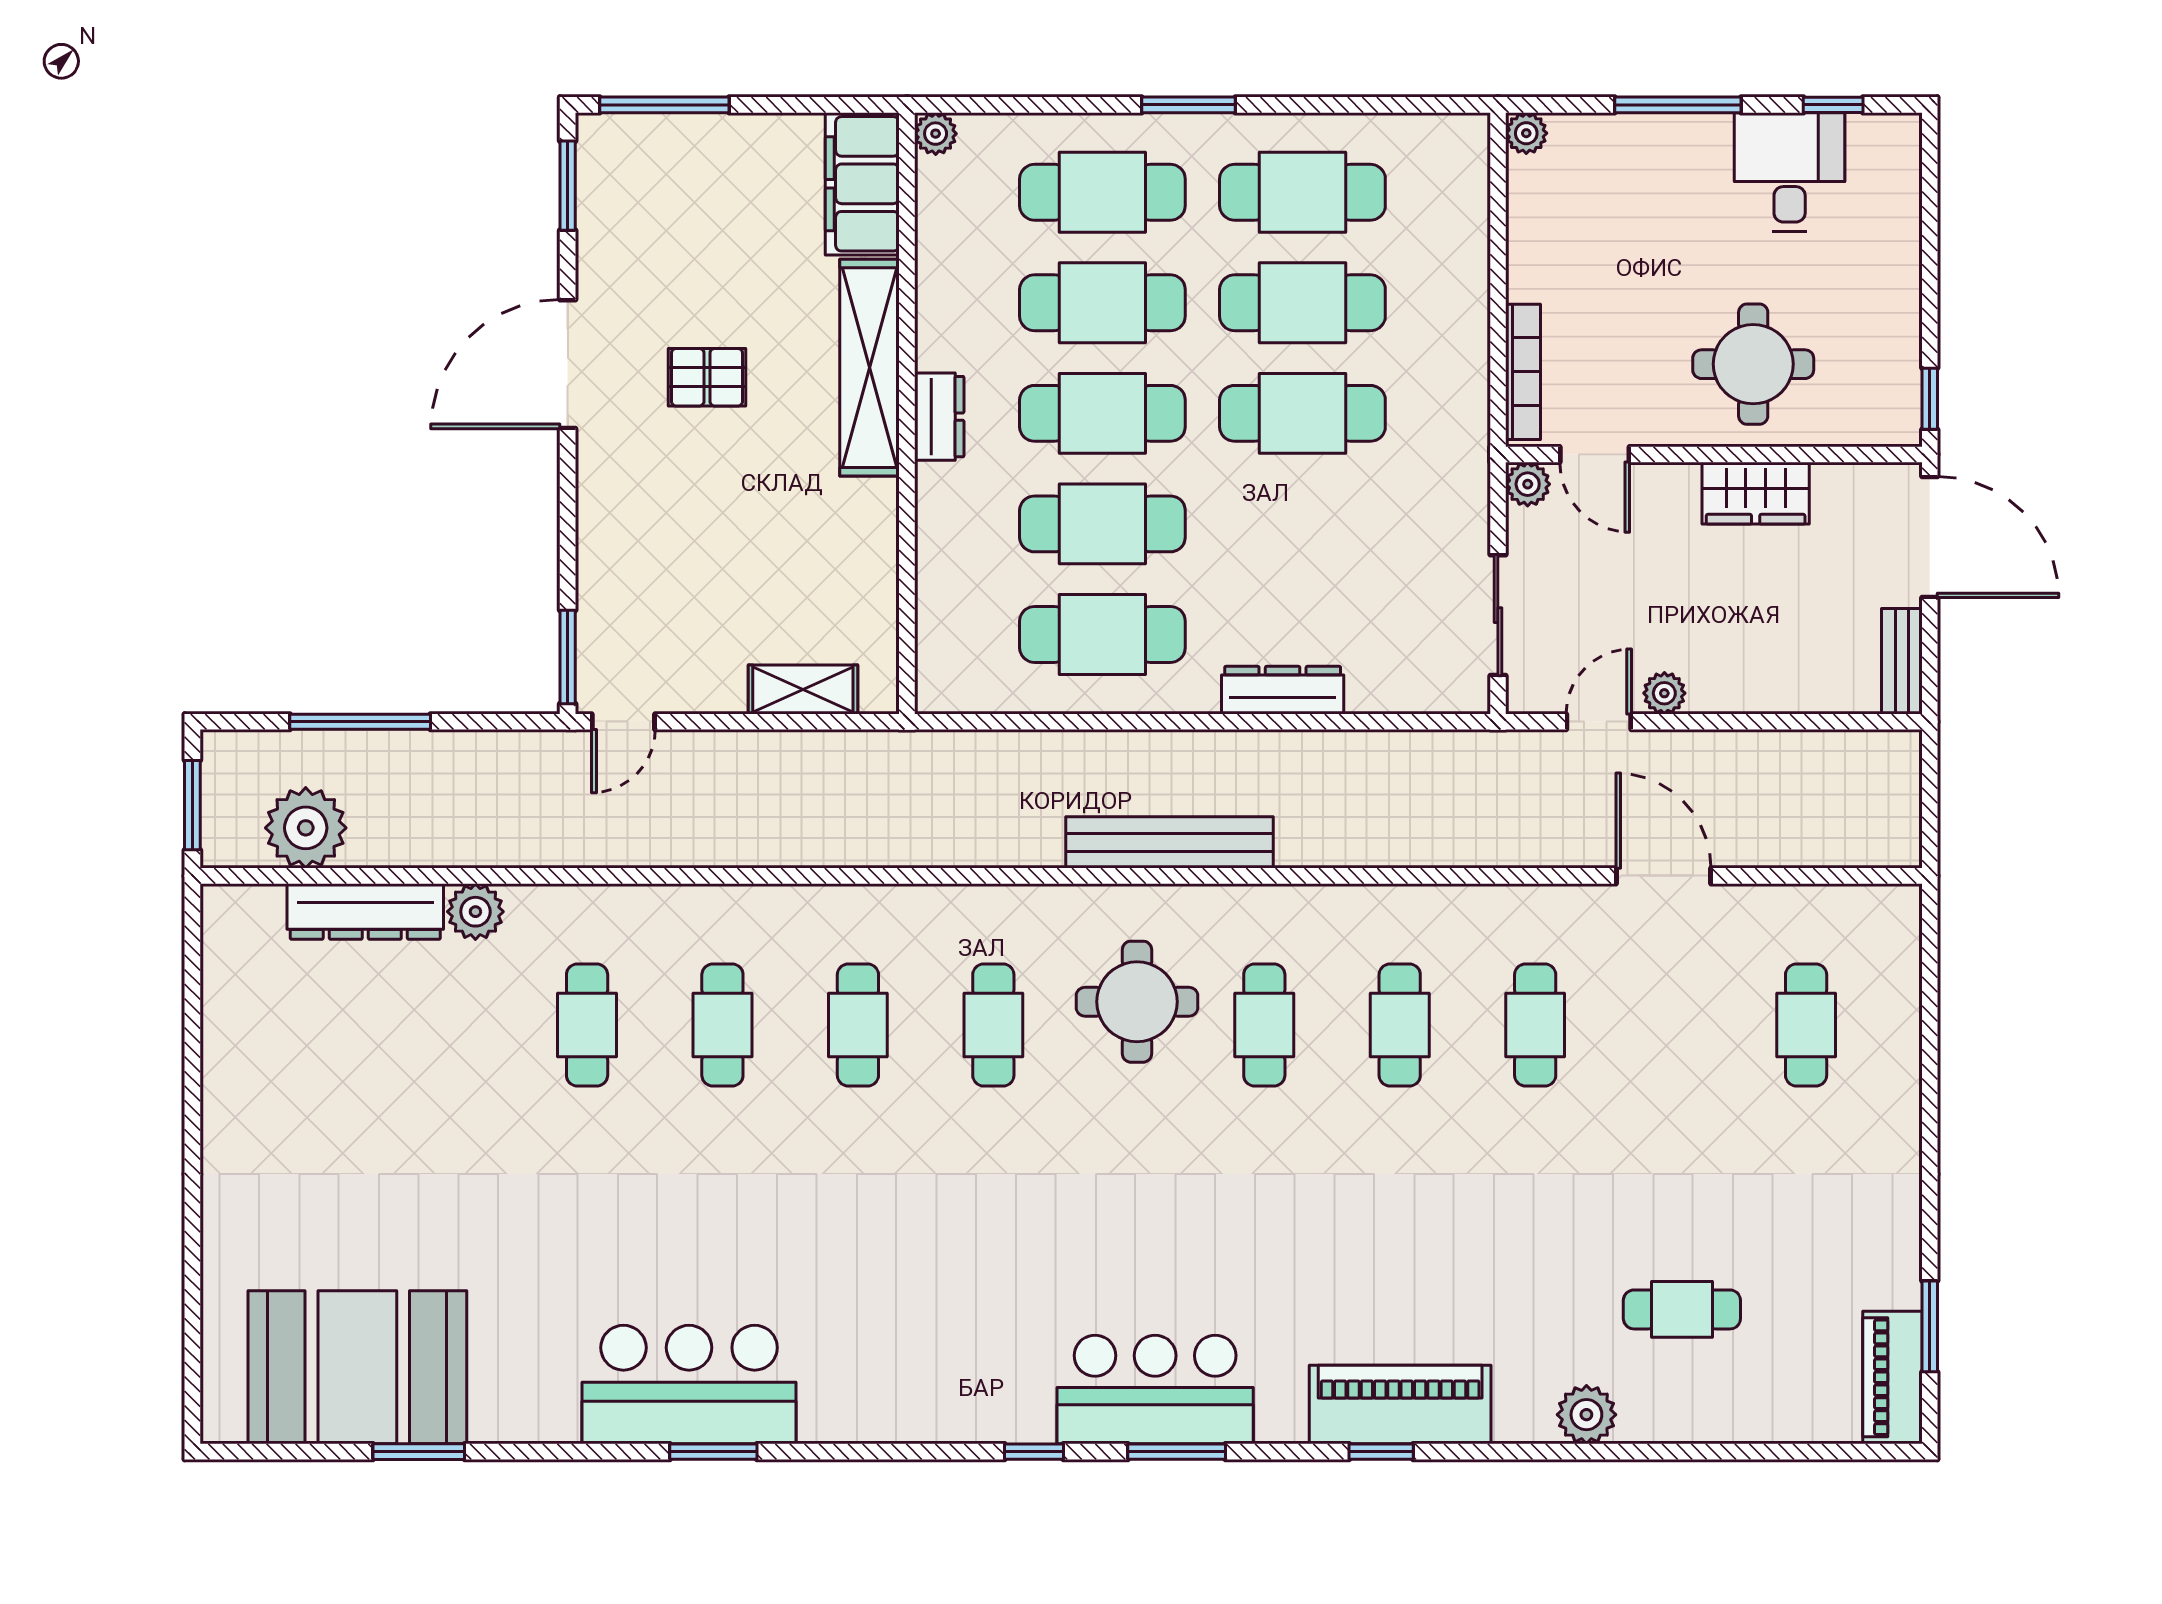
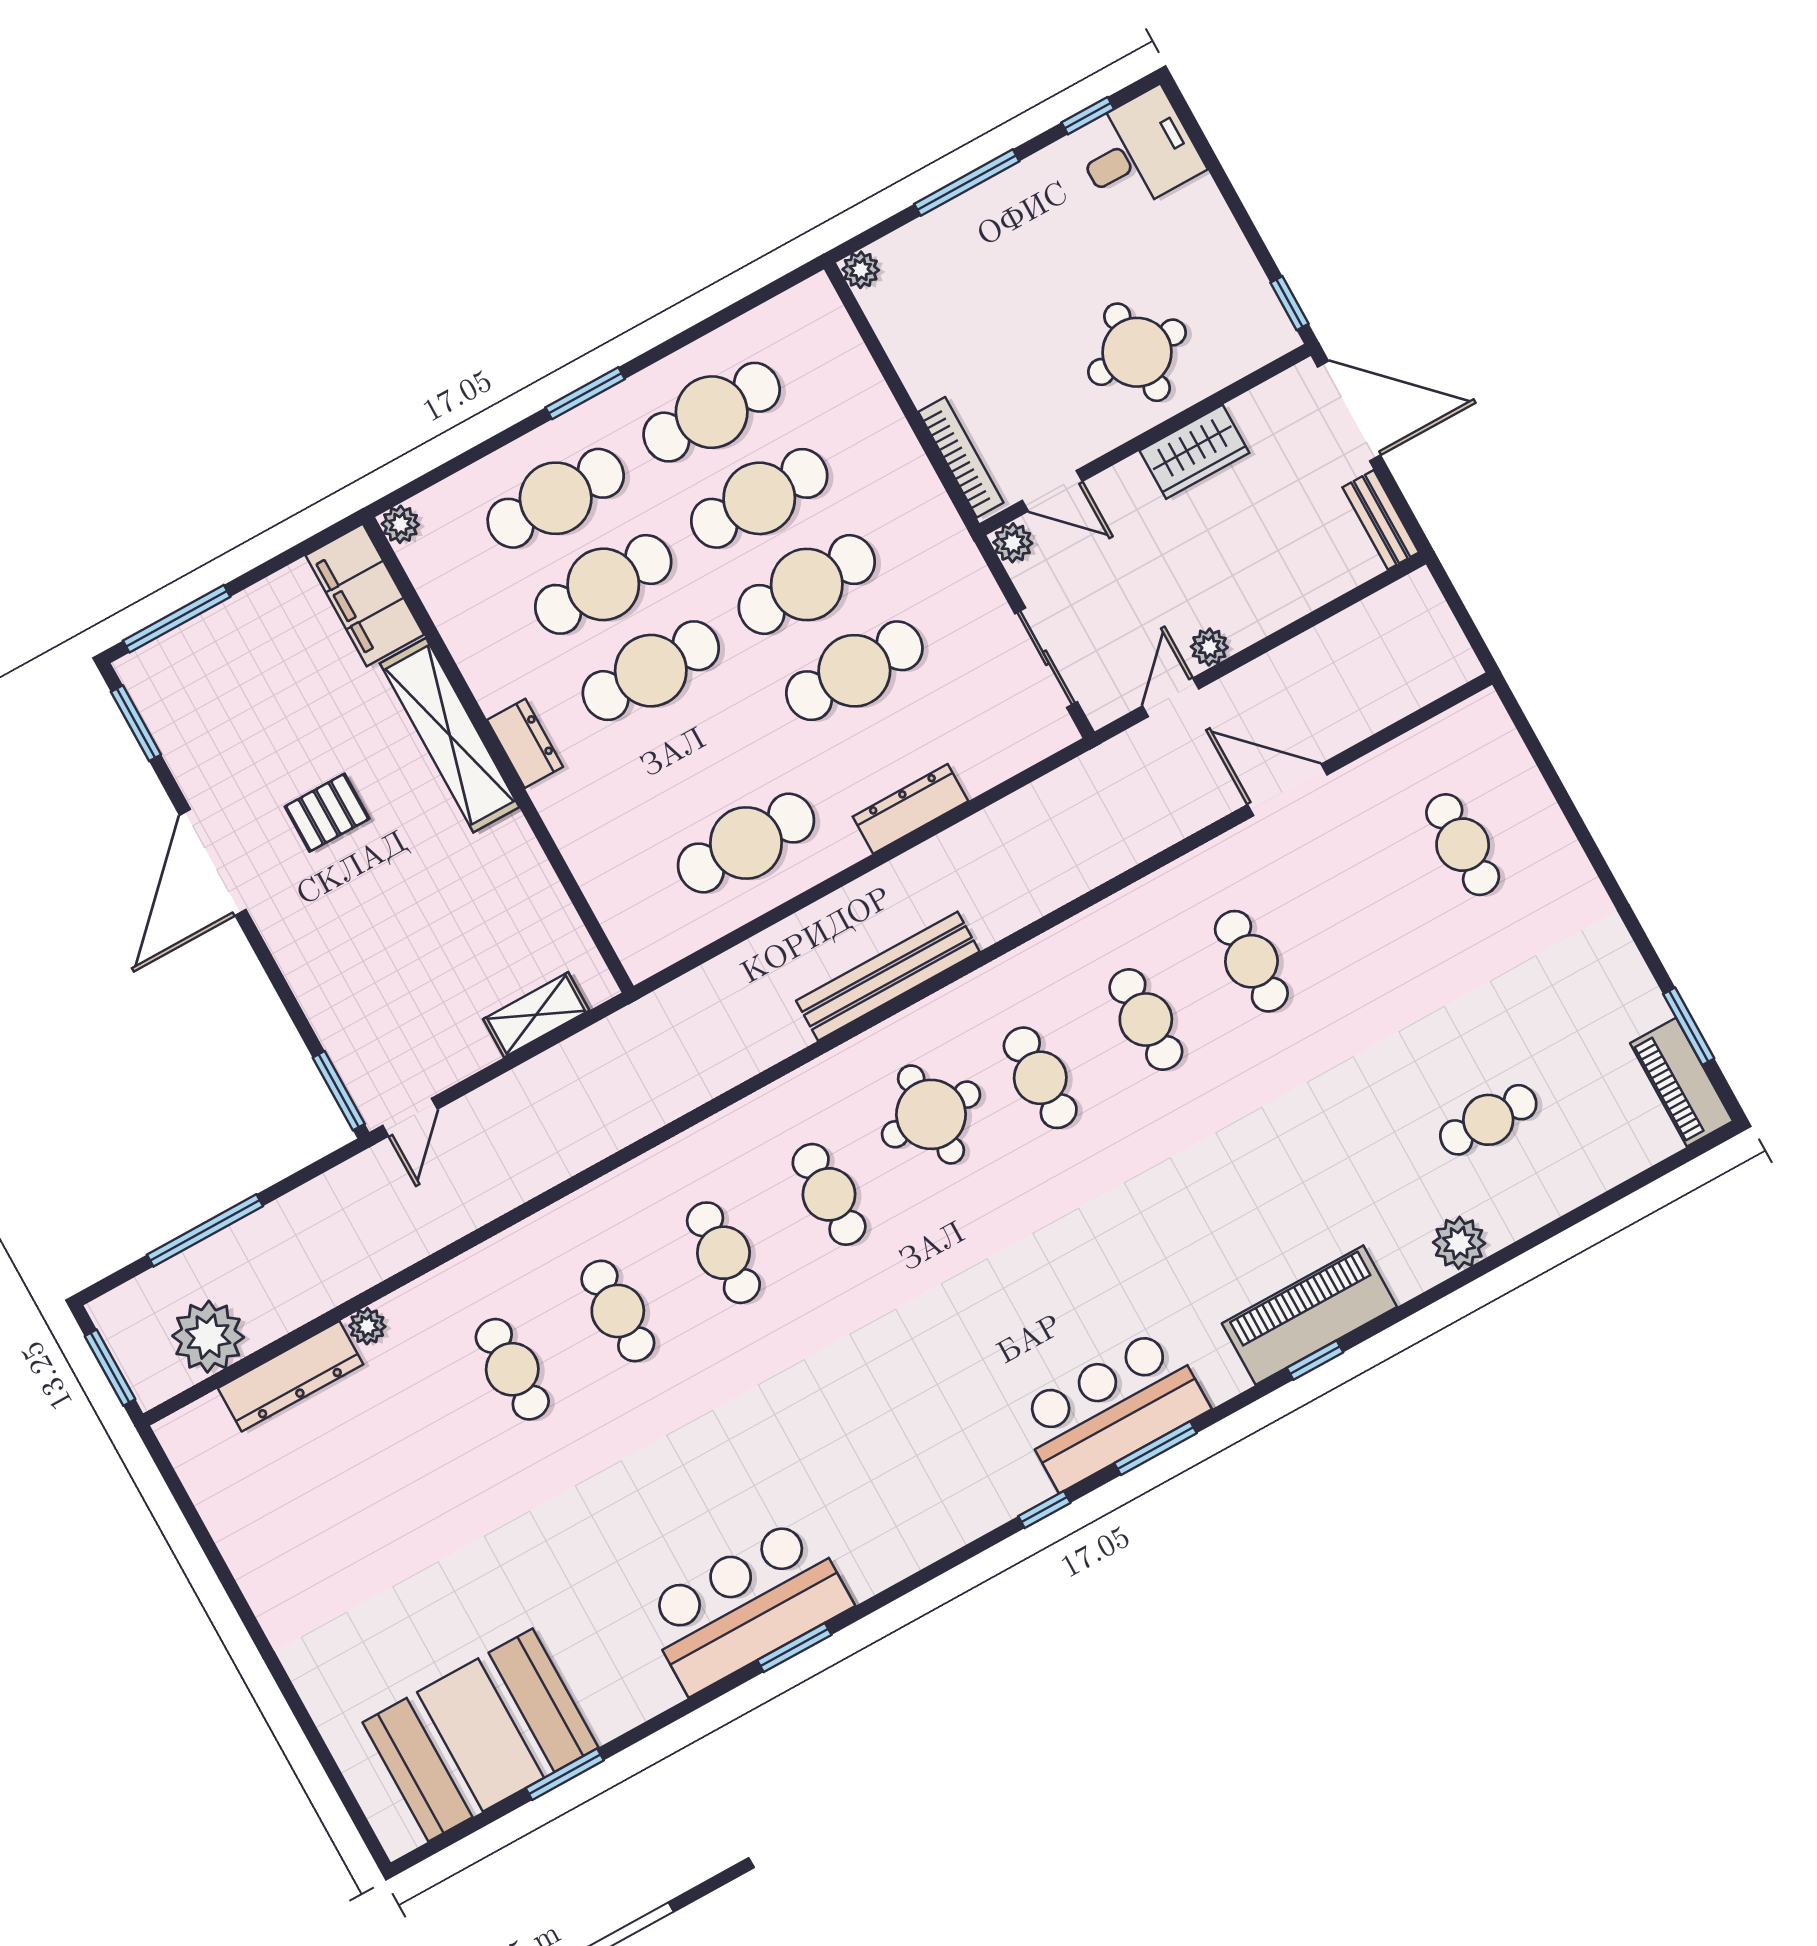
desk: (1790, 172) -> (1138, 152), moved, turned 90
cafe table: (1102, 524) -> (854, 671), moved
plant: (475, 912) -> (367, 1326), width x0.73, depth x0.73

